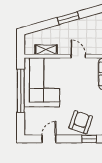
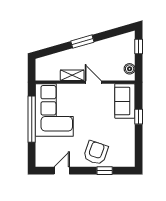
shelving: (46, 50) -> (72, 75), moved

